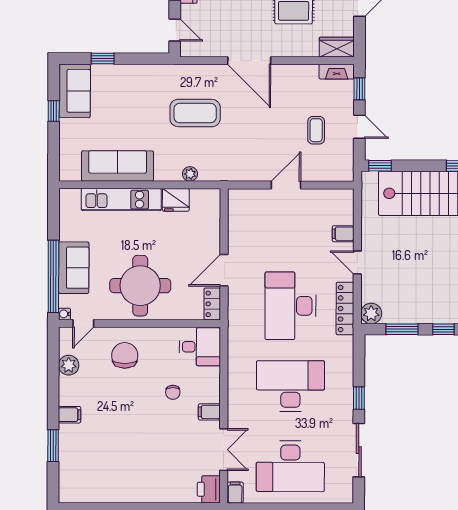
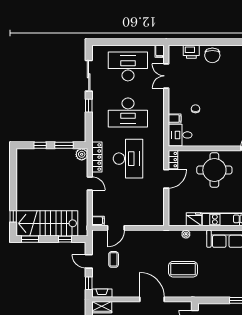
window: (380, 166) -> (65, 239), moved
door: (286, 185) -> (116, 228), moved
filing cabinet: (343, 234) -> (98, 221), moved
chair: (125, 355) -> (212, 55), moved
filing cabinet: (209, 412) -> (175, 119), moved
printer: (209, 489) -> (191, 52), moved, turned 90

